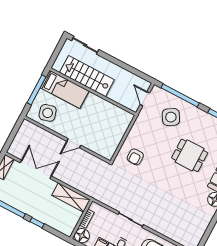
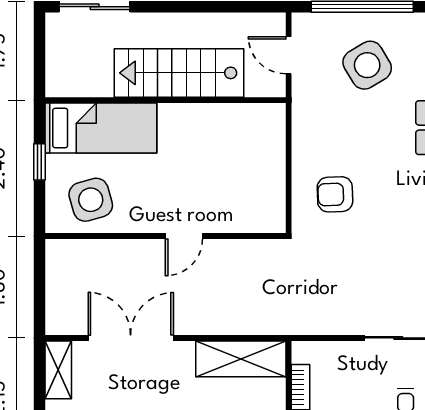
stairs: (87, 76) -> (179, 73), moved
window: (37, 90) -> (39, 162), width x0.46
armchair: (135, 157) -> (335, 194), turned 88

